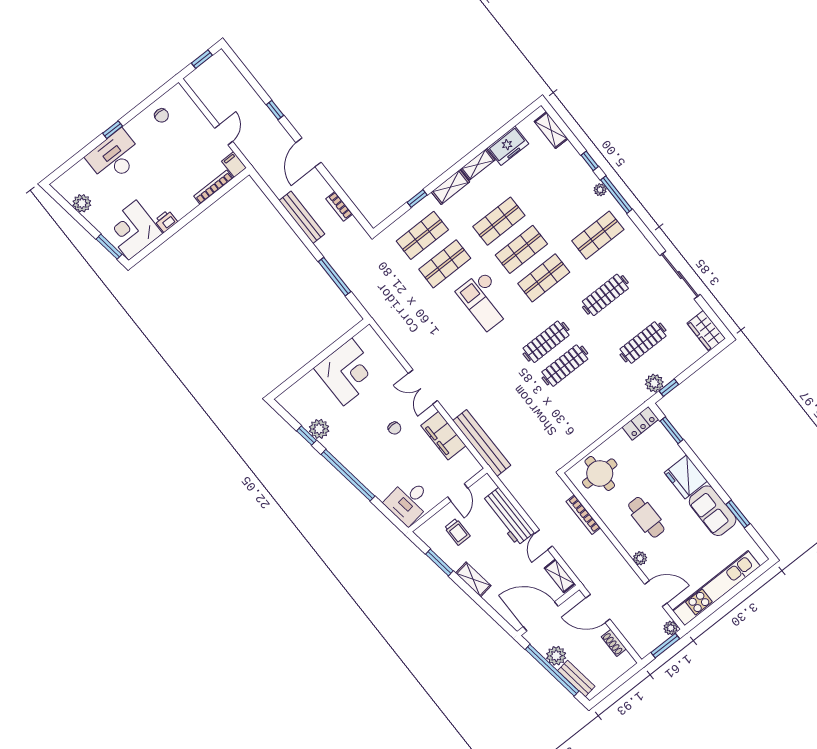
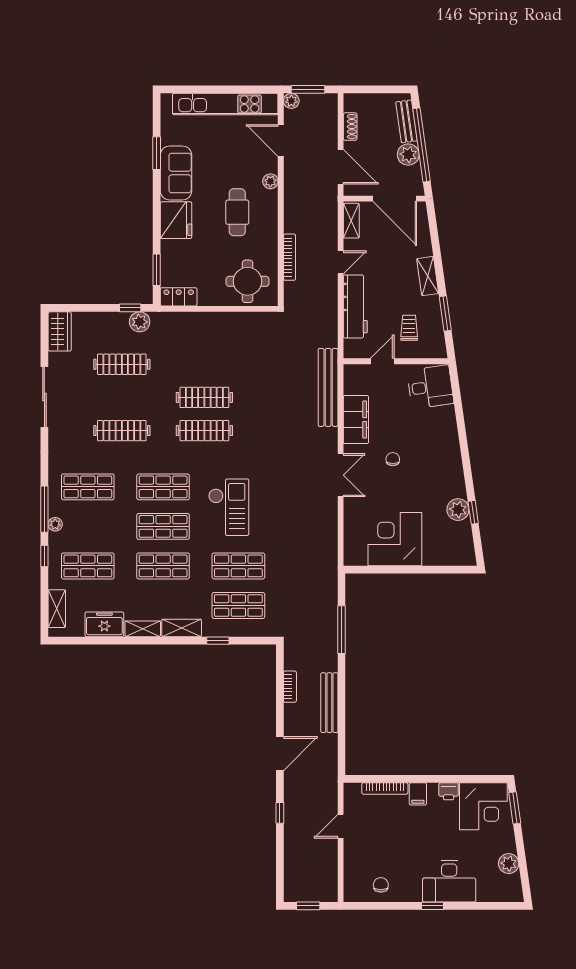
filing cabinet: (234, 164) -> (418, 794), moved
shop shelf: (553, 178) -> (88, 566), added
window: (348, 475) -> (464, 450), removed

